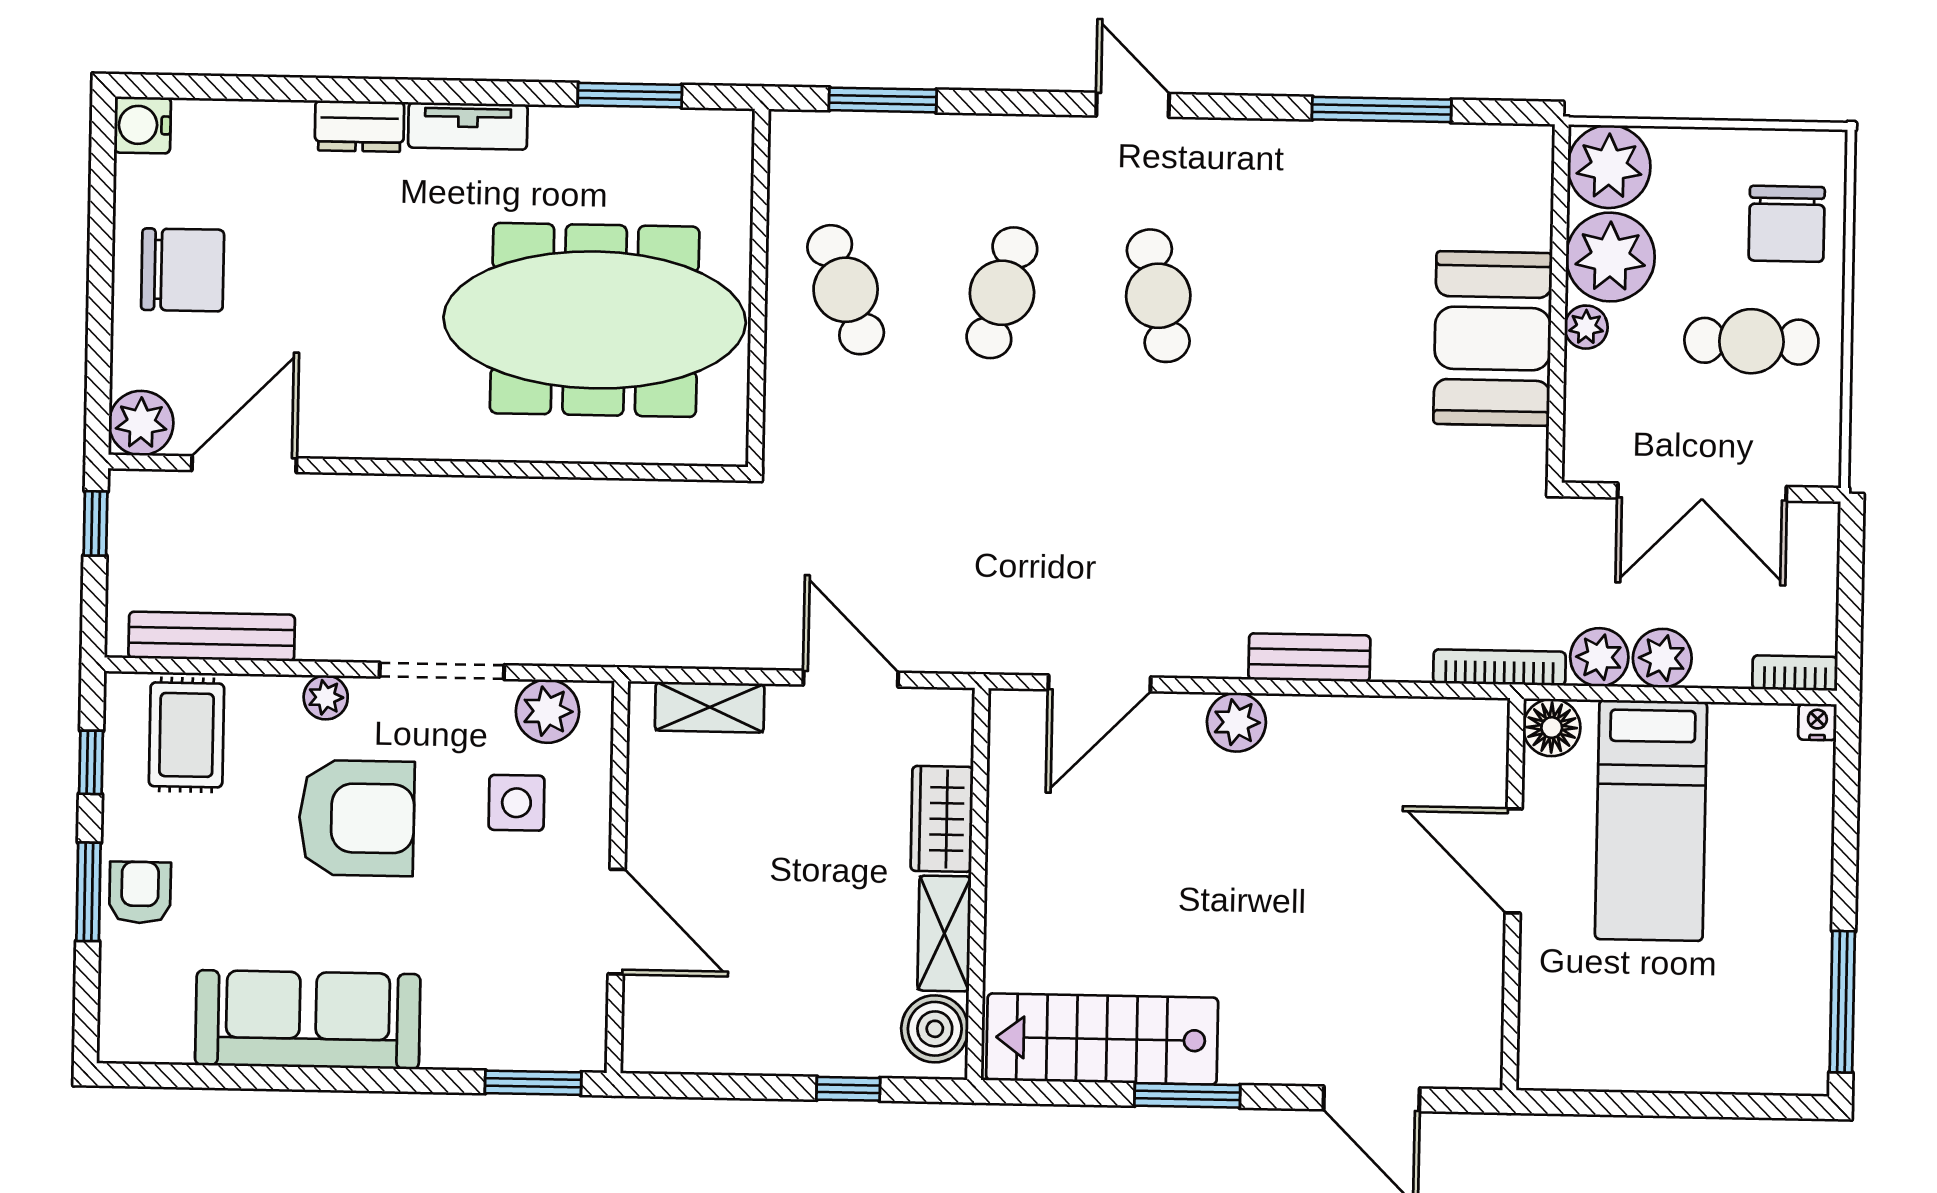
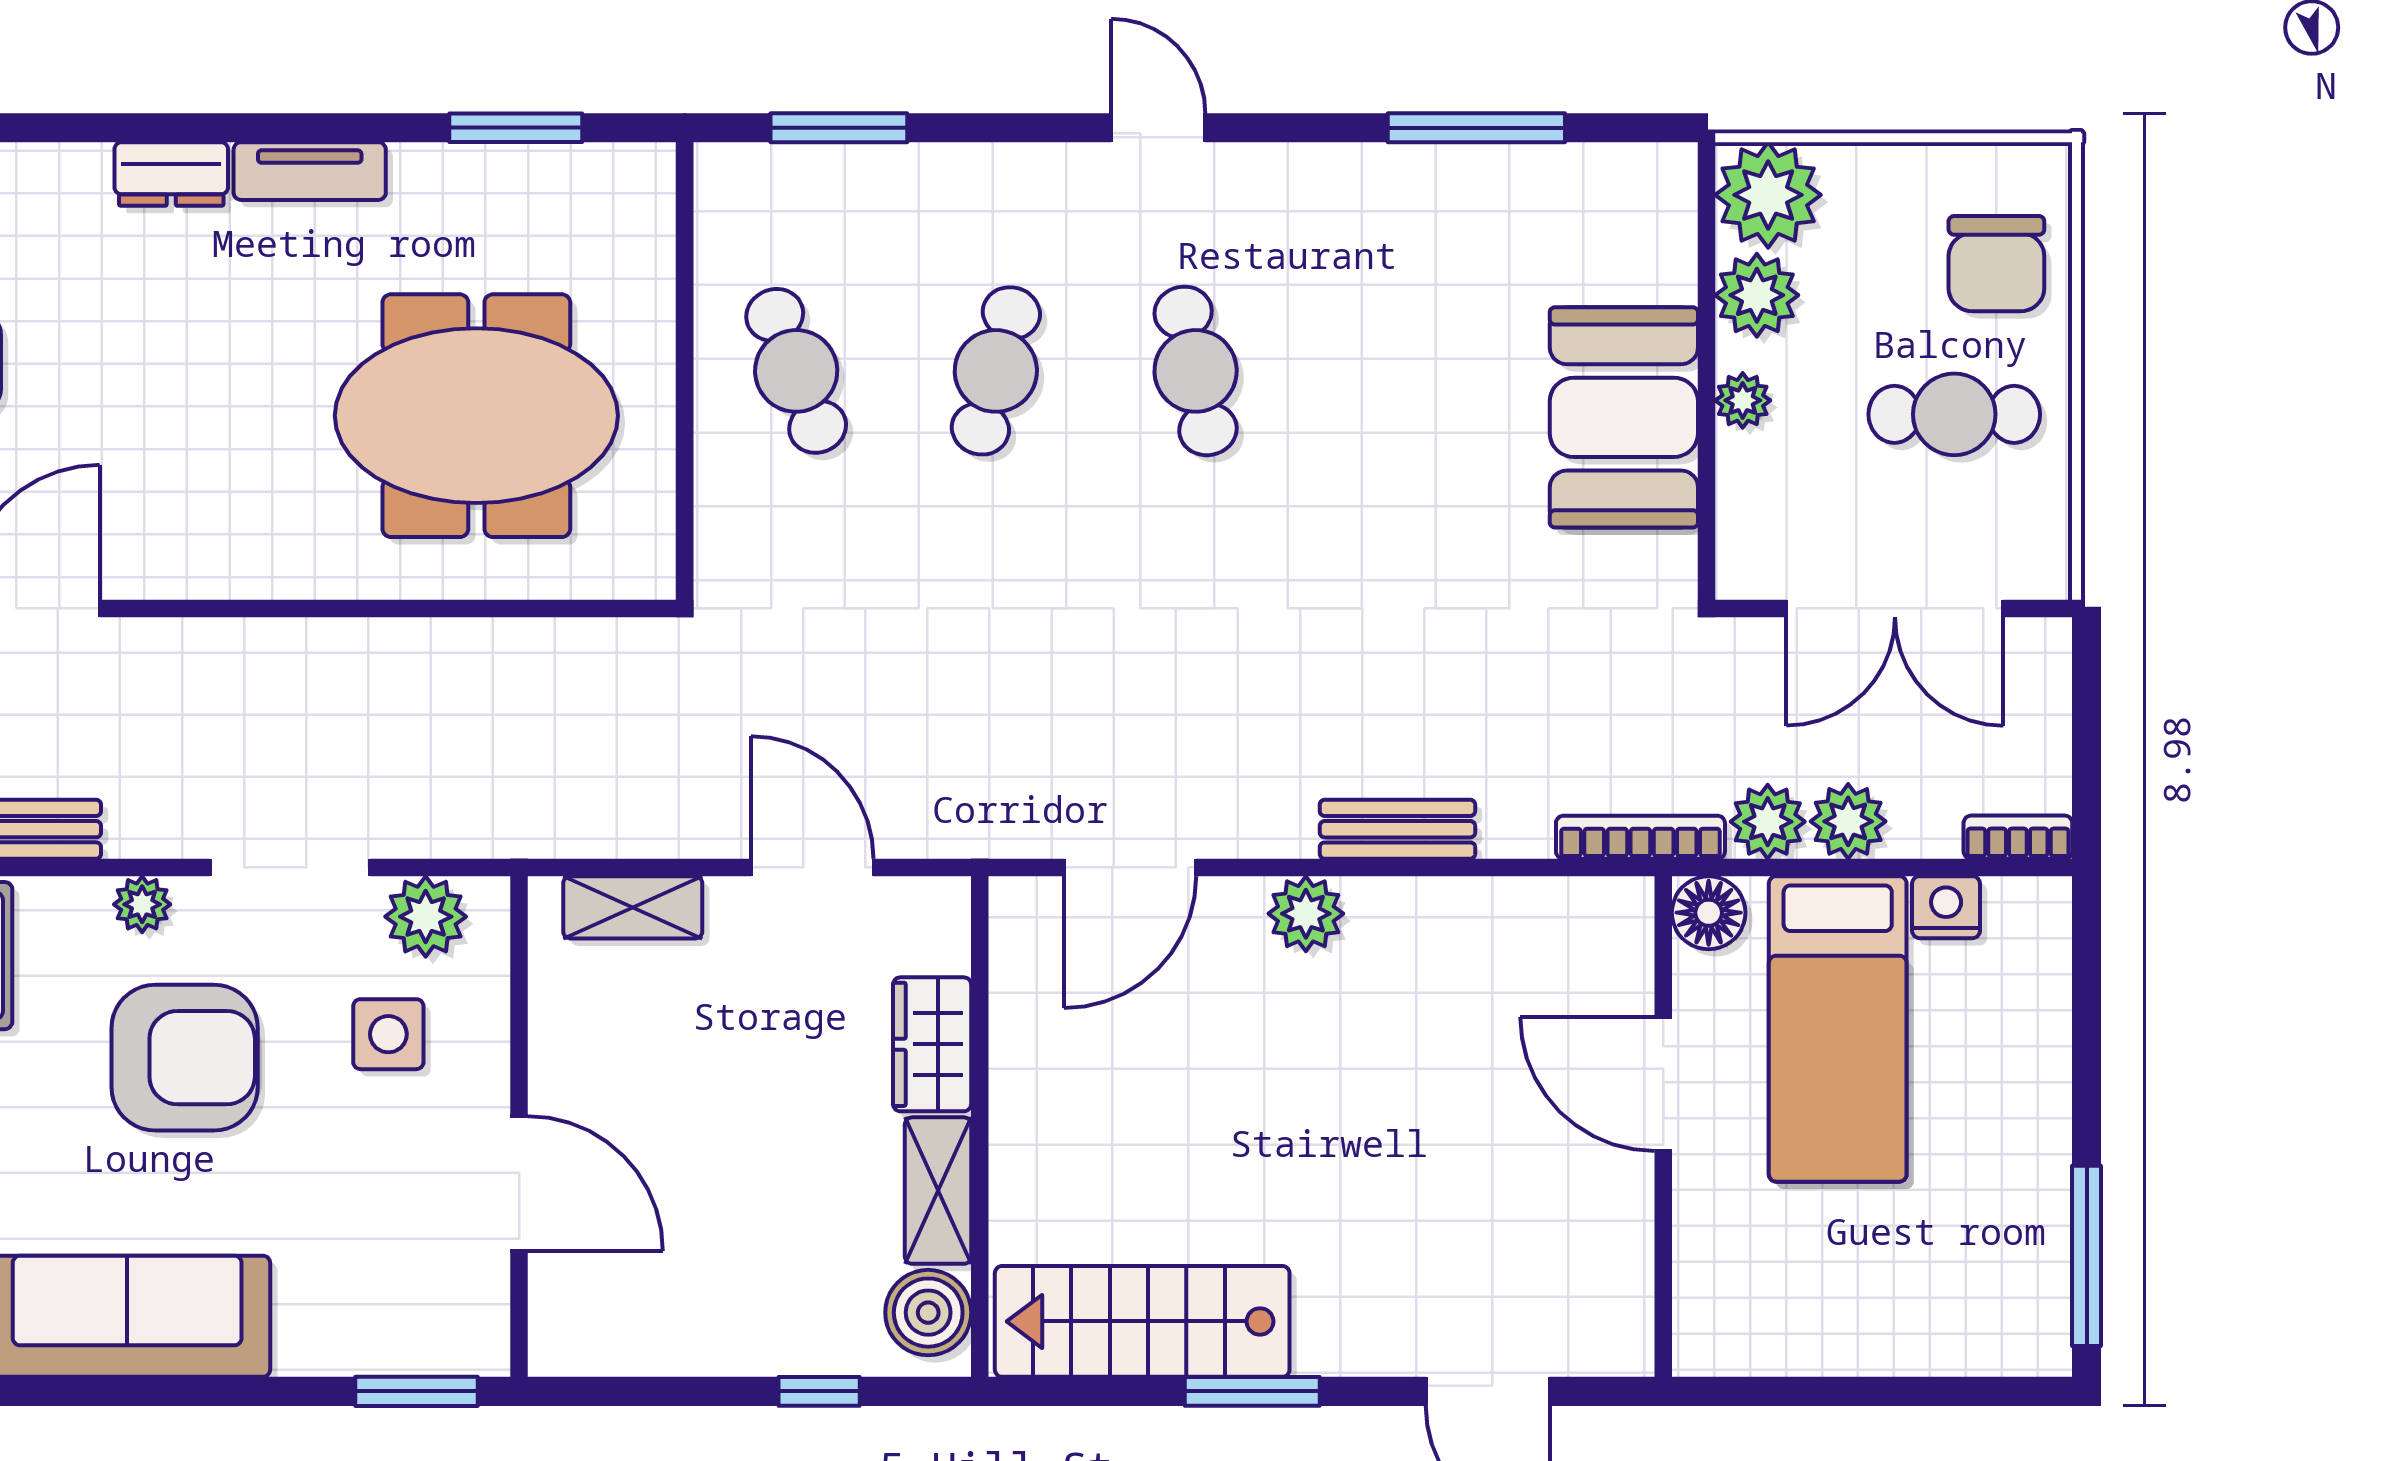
plant: (1610, 257) -> (1757, 295), width x0.73, depth x0.73
meeting table: (595, 320) -> (476, 416), width x0.73
nightstand: (1817, 722) -> (1946, 907), moved, width x1.39, depth x1.35

